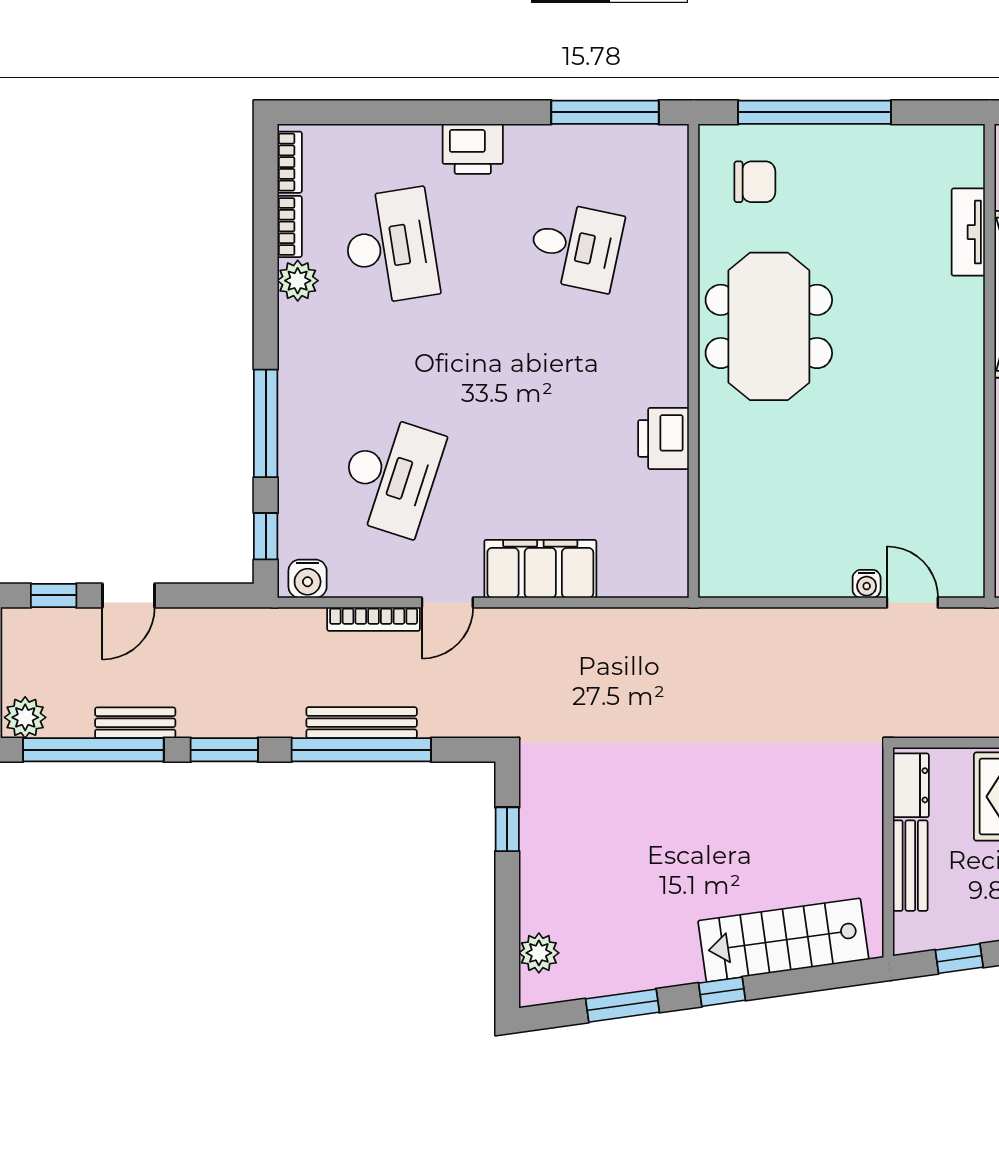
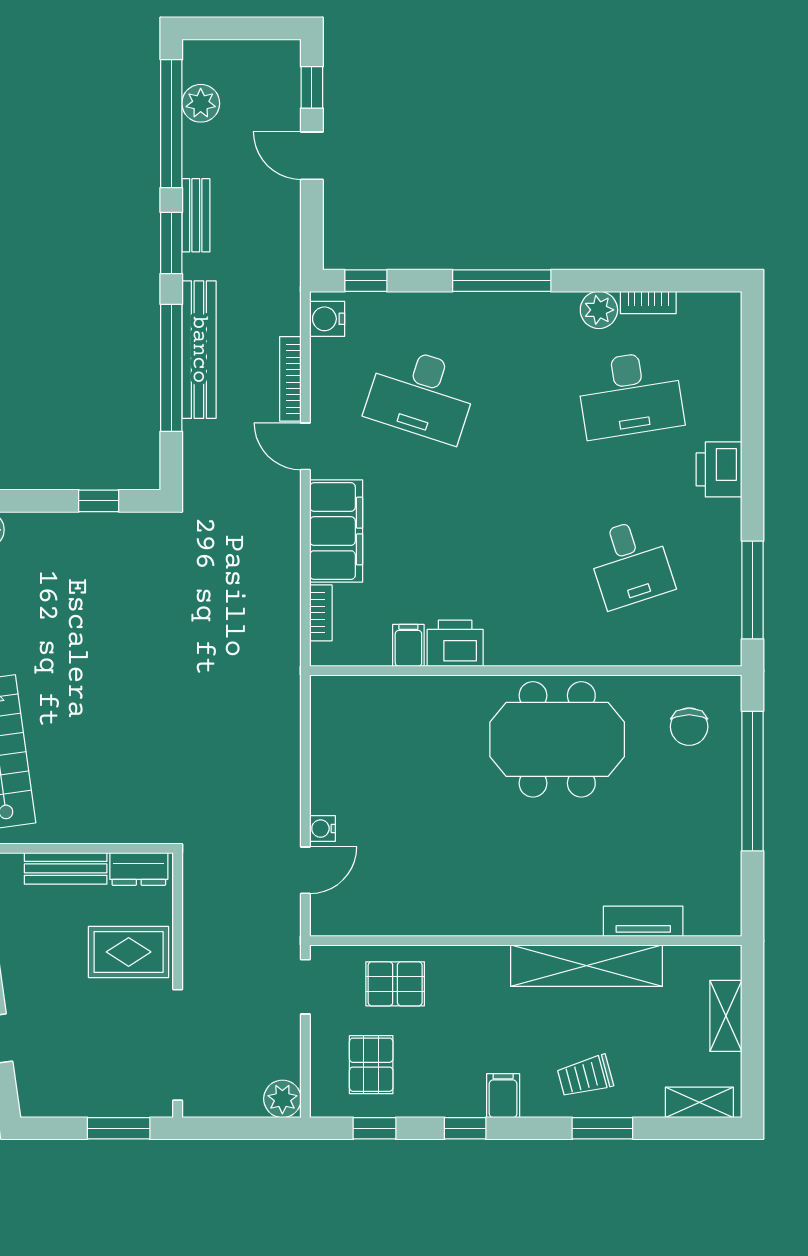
bookcase: (290, 162) -> (321, 613), moved, turned -90
desk: (576, 246) -> (630, 563), turned -30
window: (266, 423) -> (502, 281), moved
filing cabinet: (666, 490) -> (408, 645), added
plant: (25, 717) -> (201, 103), moved
bench: (135, 723) -> (196, 215), moved
bench: (362, 723) -> (199, 350), width x1.37, depth x1.21

